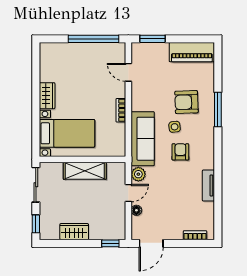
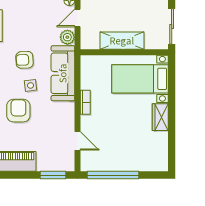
armchair: (186, 102) -> (18, 111), turned -88
armchair: (180, 152) -> (25, 60), turned 87

